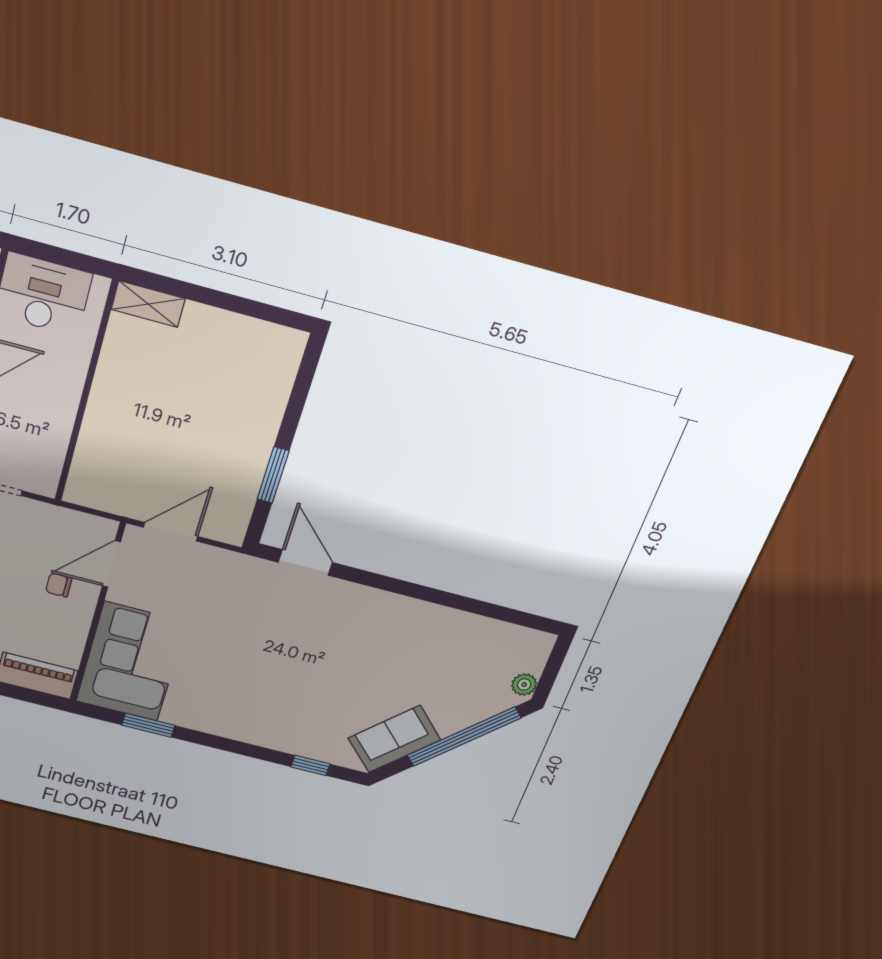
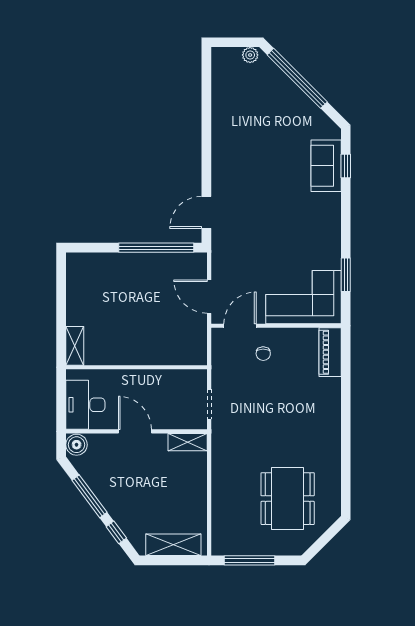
window: (273, 475) -> (156, 248), width x2.11
door: (111, 564) -> (240, 326), swing flipped
sofa: (394, 739) -> (326, 166), moved, turned 45

